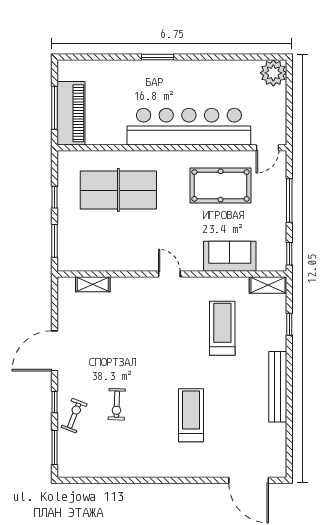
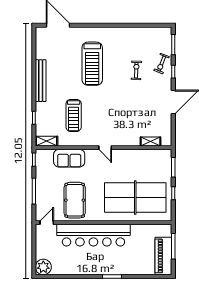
piano: (71, 113) -> (163, 256), moved
pool table: (221, 185) -> (75, 200), turned 90
table tennis table: (118, 190) -> (135, 197), width x1.36, depth x1.32
treadmill: (191, 415) -> (92, 64), width x1.37, depth x1.38

